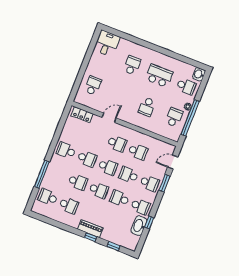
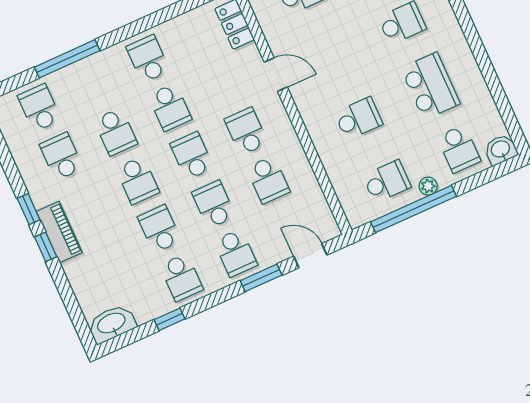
school desk: (147, 107) -> (358, 118), turned 180
school desk: (117, 144) -> (246, 131), turned 180
school desk: (108, 167) -> (192, 156), turned 180
school desk: (69, 205) -> (61, 156), turned 180
washbasin: (139, 226) -> (112, 324), moved
window: (114, 246) -> (29, 209), moved

